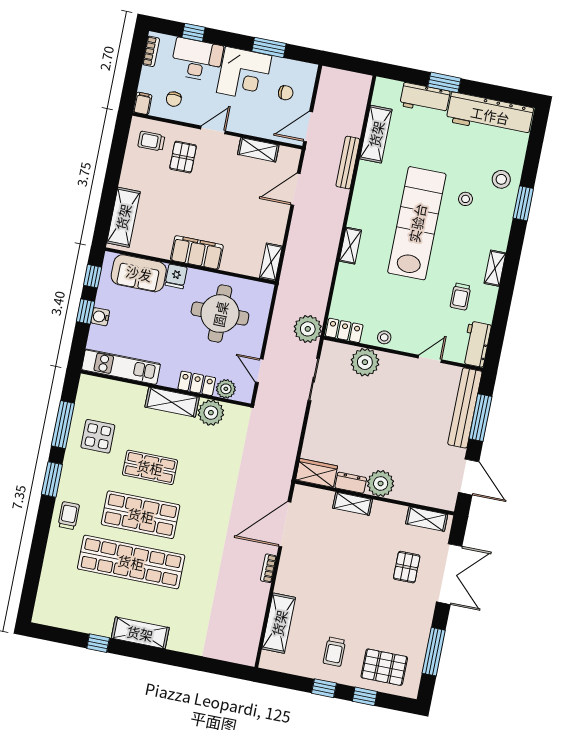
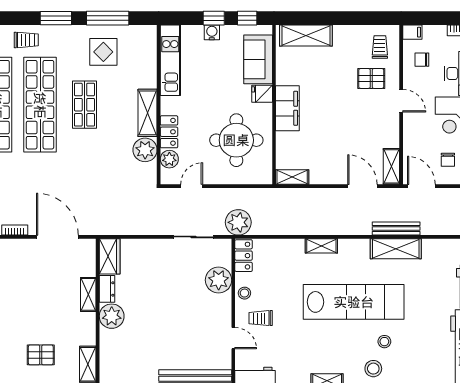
shelving: (376, 134) -> (396, 249), moved
shelving: (258, 150) -> (391, 166), moved
stool: (501, 179) -> (373, 369), moved
trolley: (460, 297) -> (261, 318), moved
shop shelf: (141, 515) -> (40, 105), width x1.40

